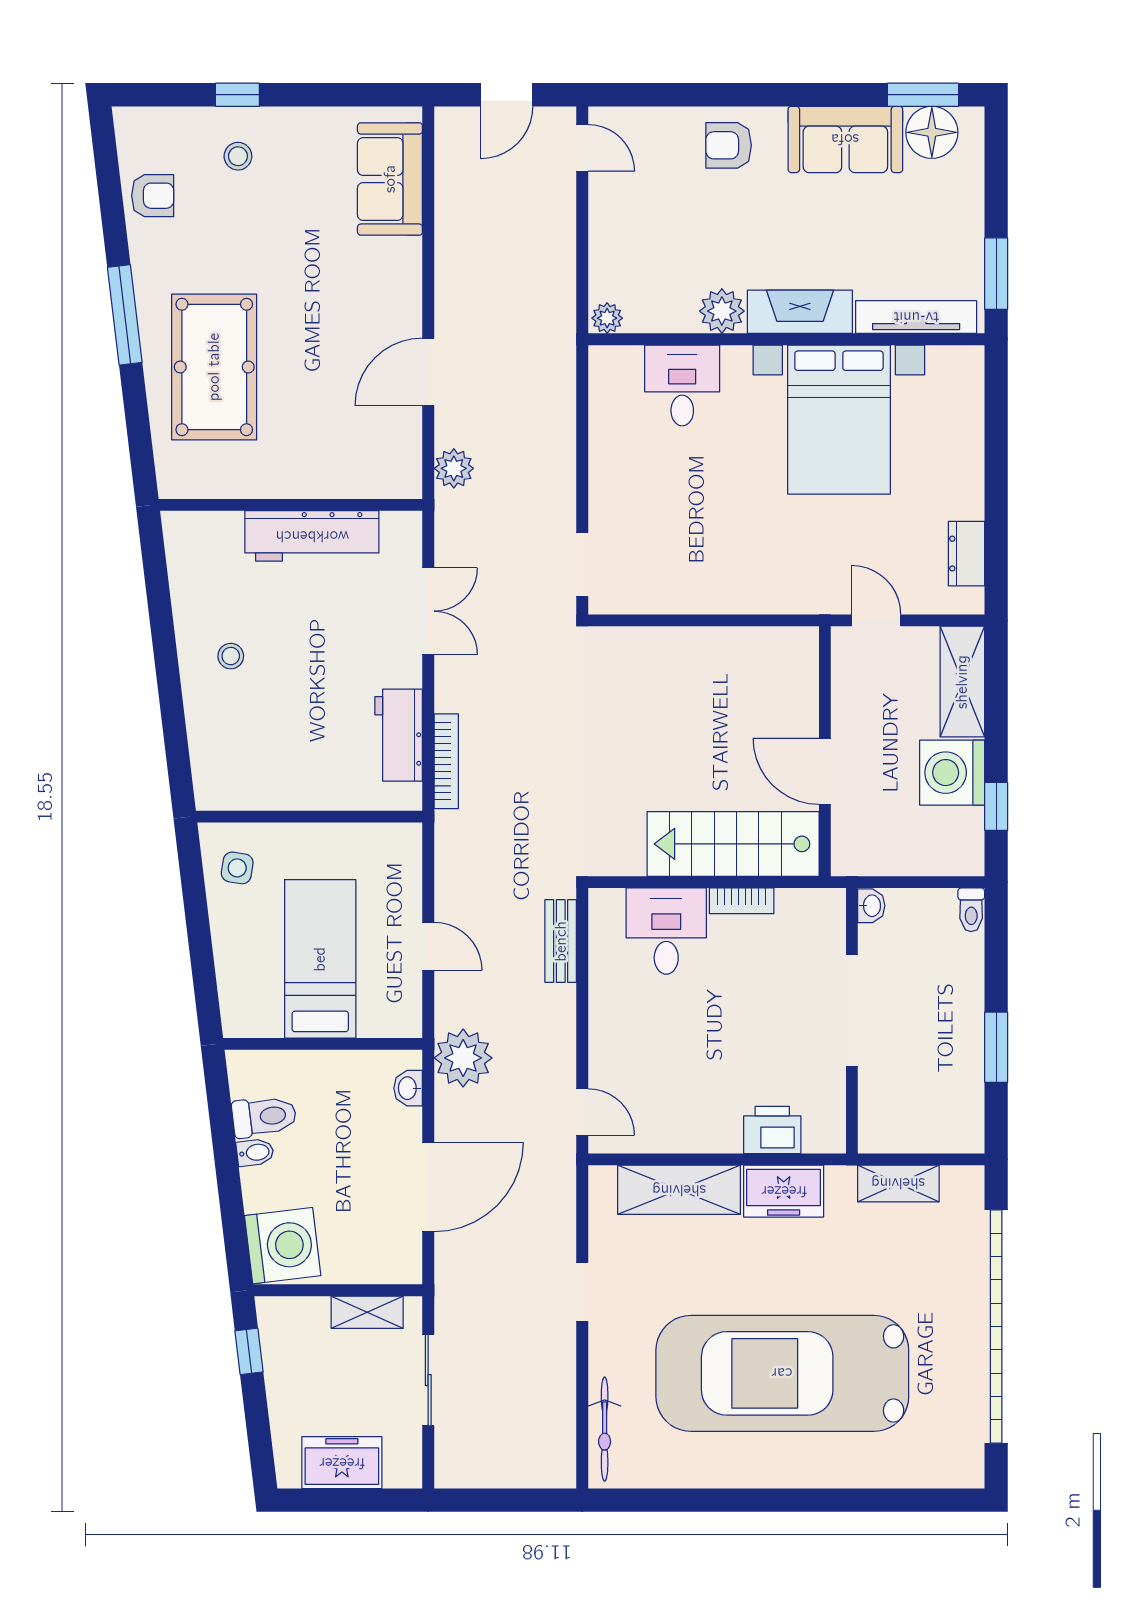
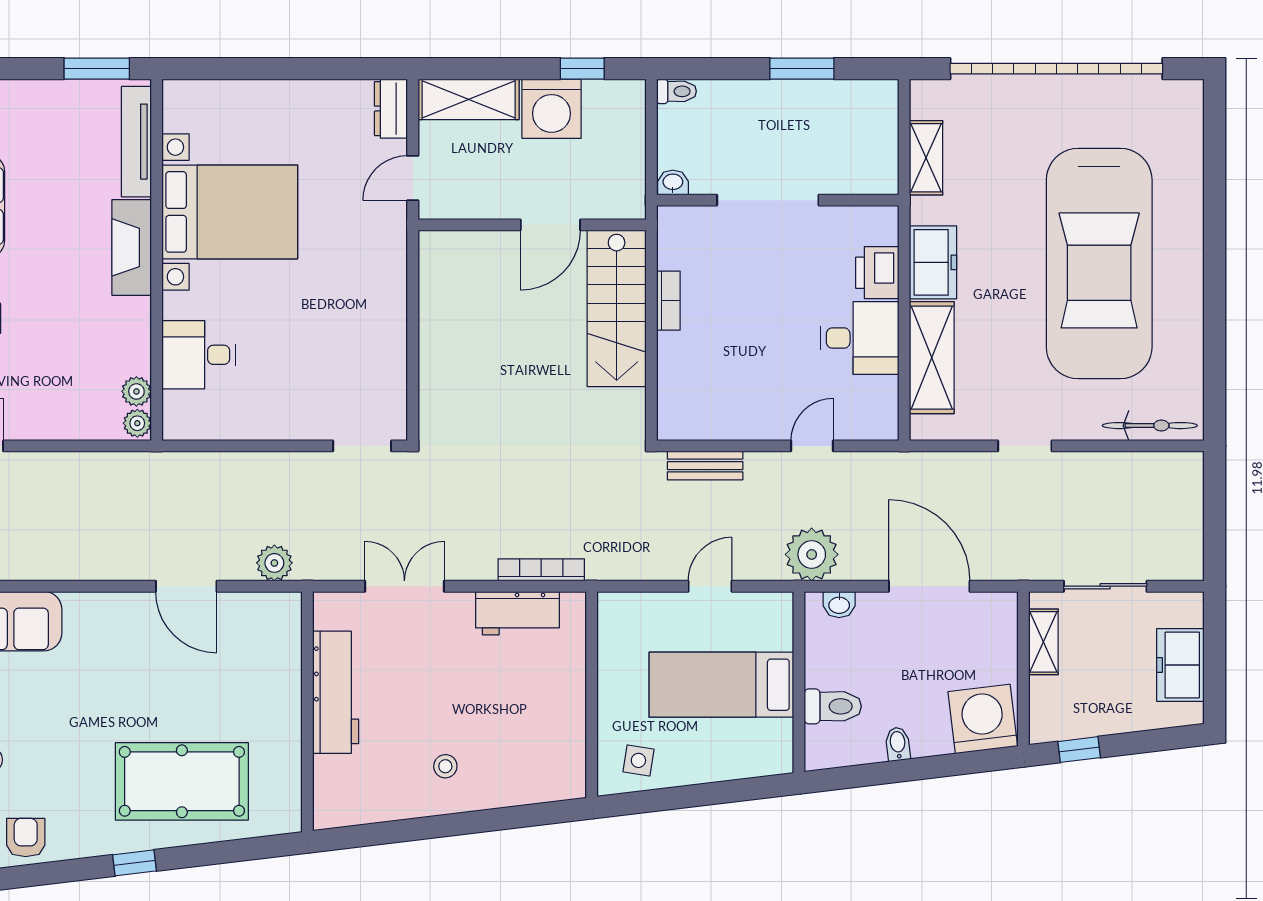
plant: (722, 311) -> (136, 391), moved, width x0.73, depth x0.73
window: (125, 315) -> (134, 863), width x0.46
dresser: (966, 554) -> (391, 109), moved, turned 90
desk: (666, 931) -> (859, 338), moved, turned 180
door: (582, 1112) -> (812, 446), moved
toilet: (264, 1117) -> (833, 706), moved, turned 97

